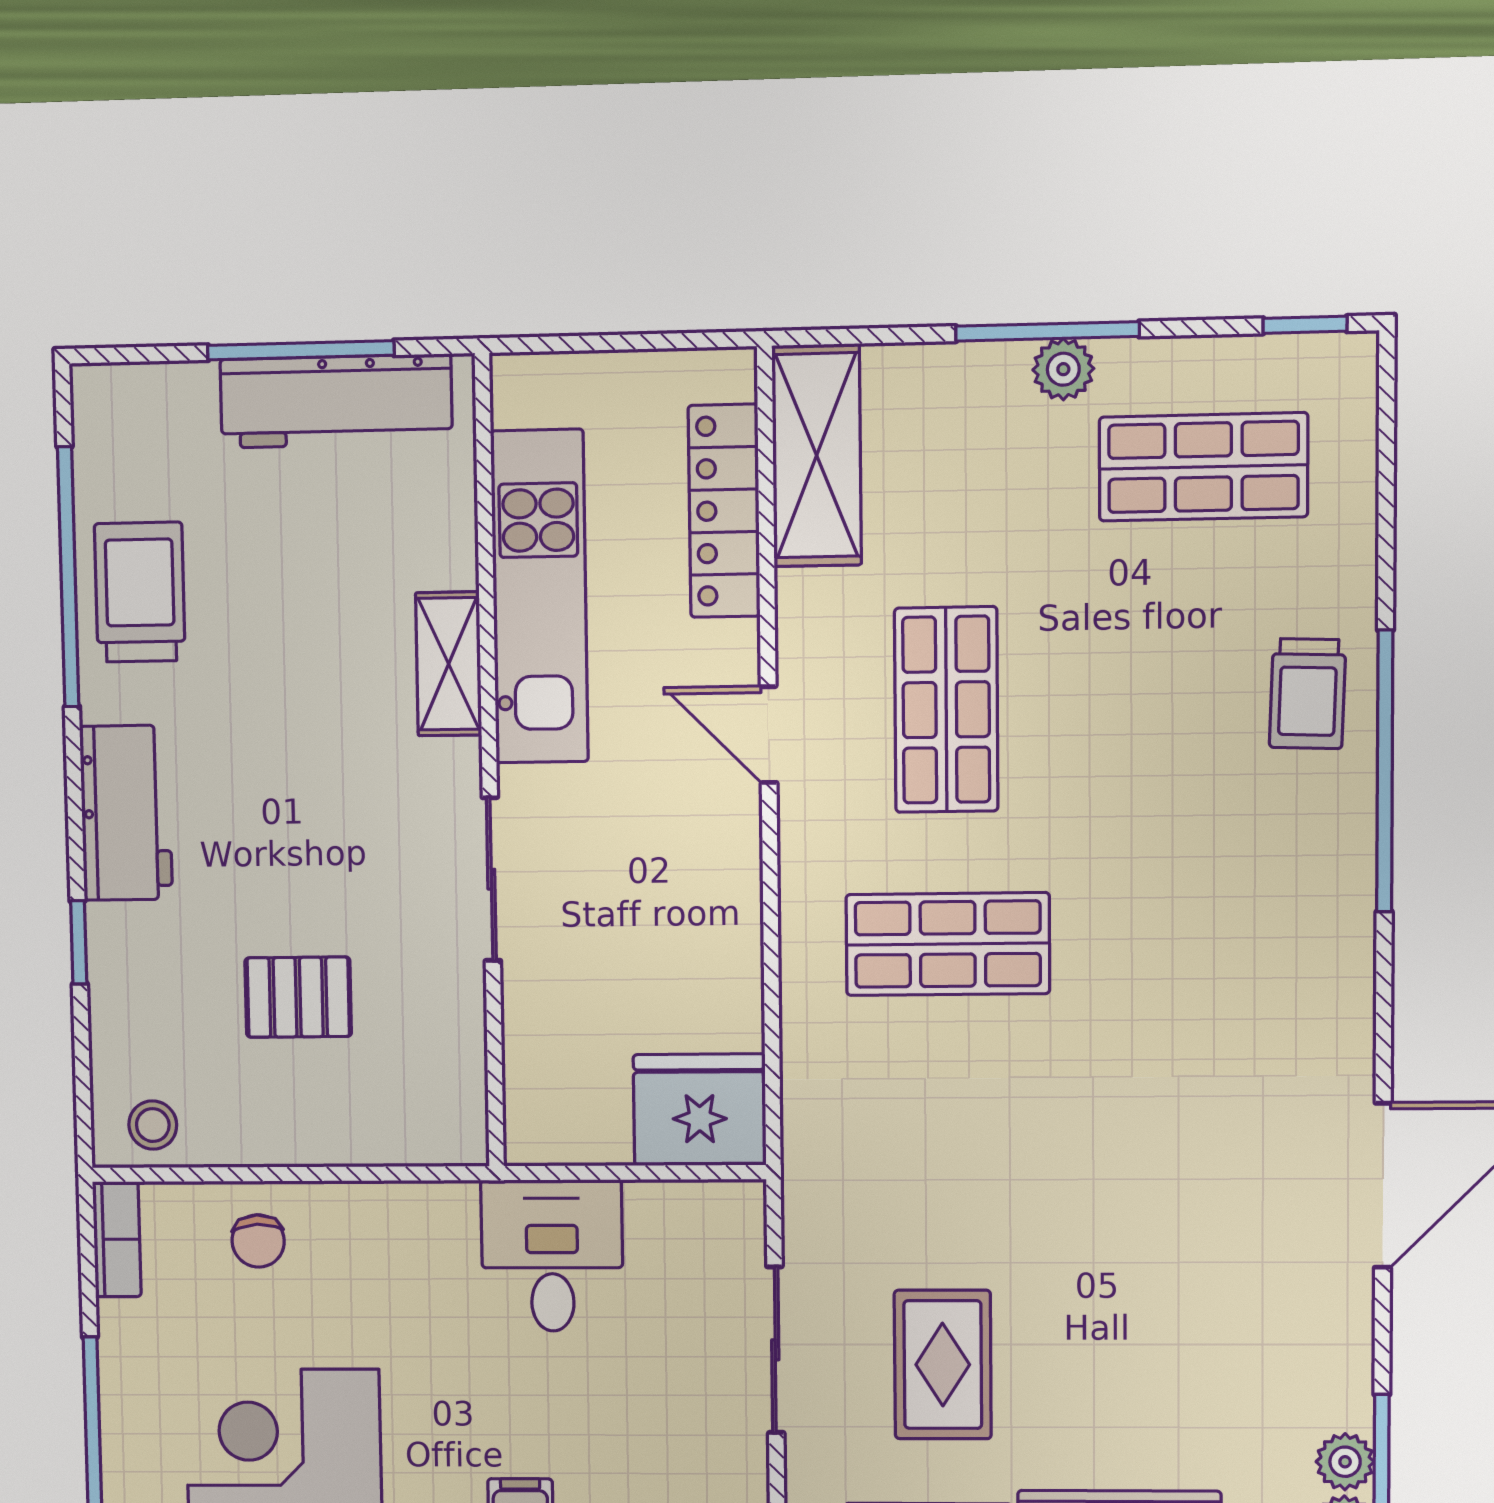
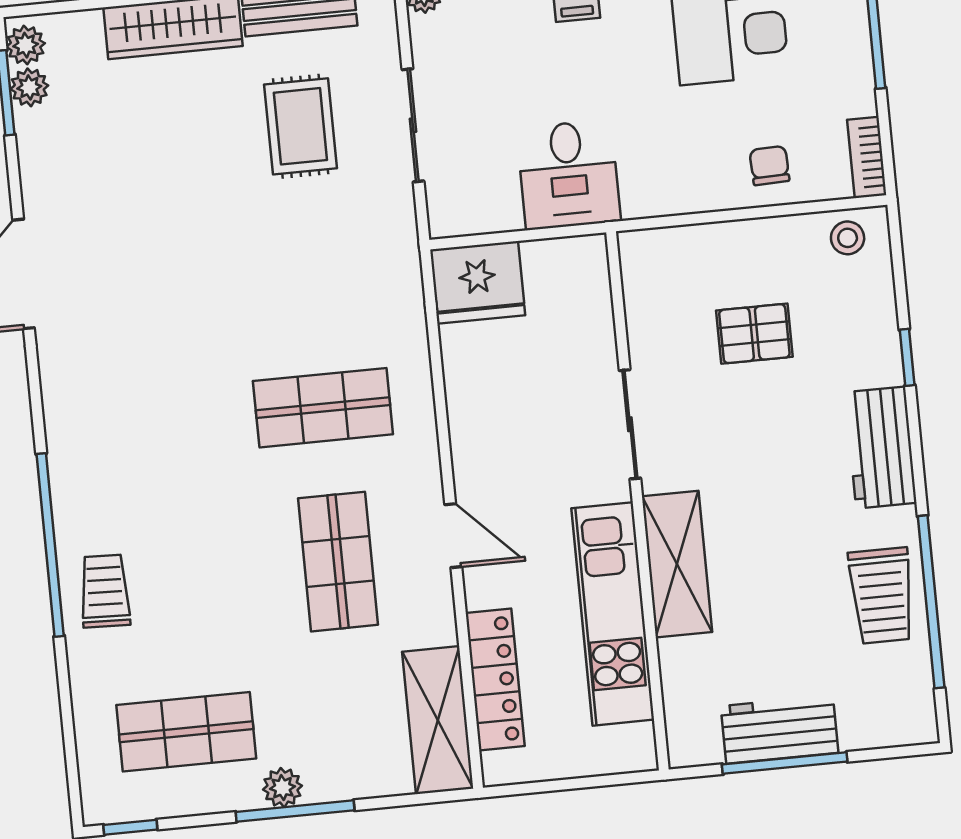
workbench: (336, 401) -> (780, 729), width x0.73
shelving: (449, 664) -> (677, 564), width x1.50, depth x1.33

